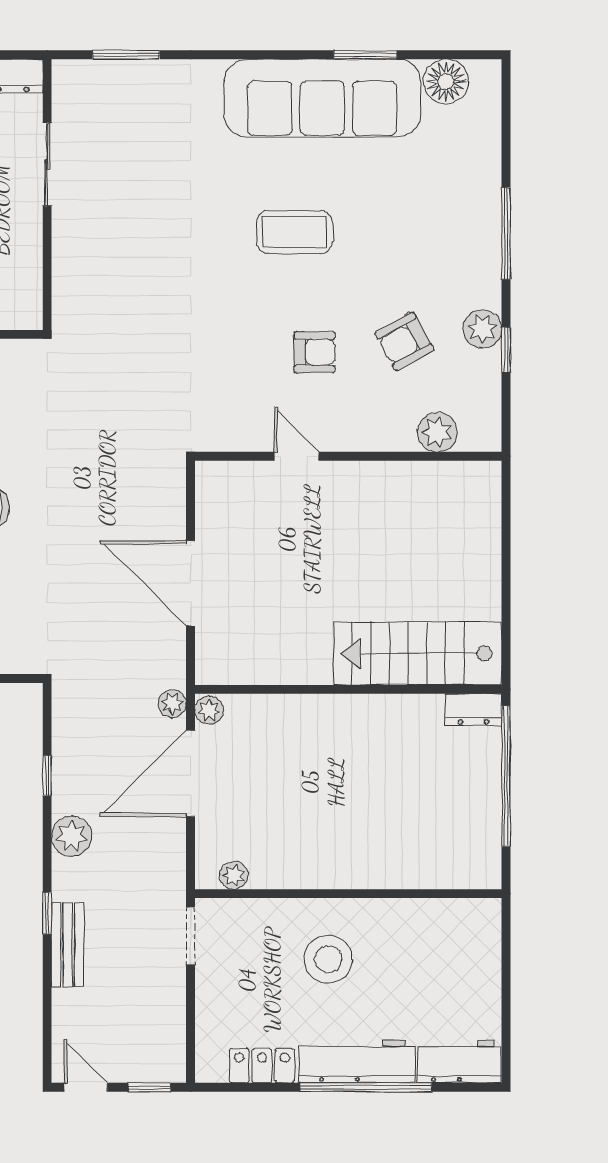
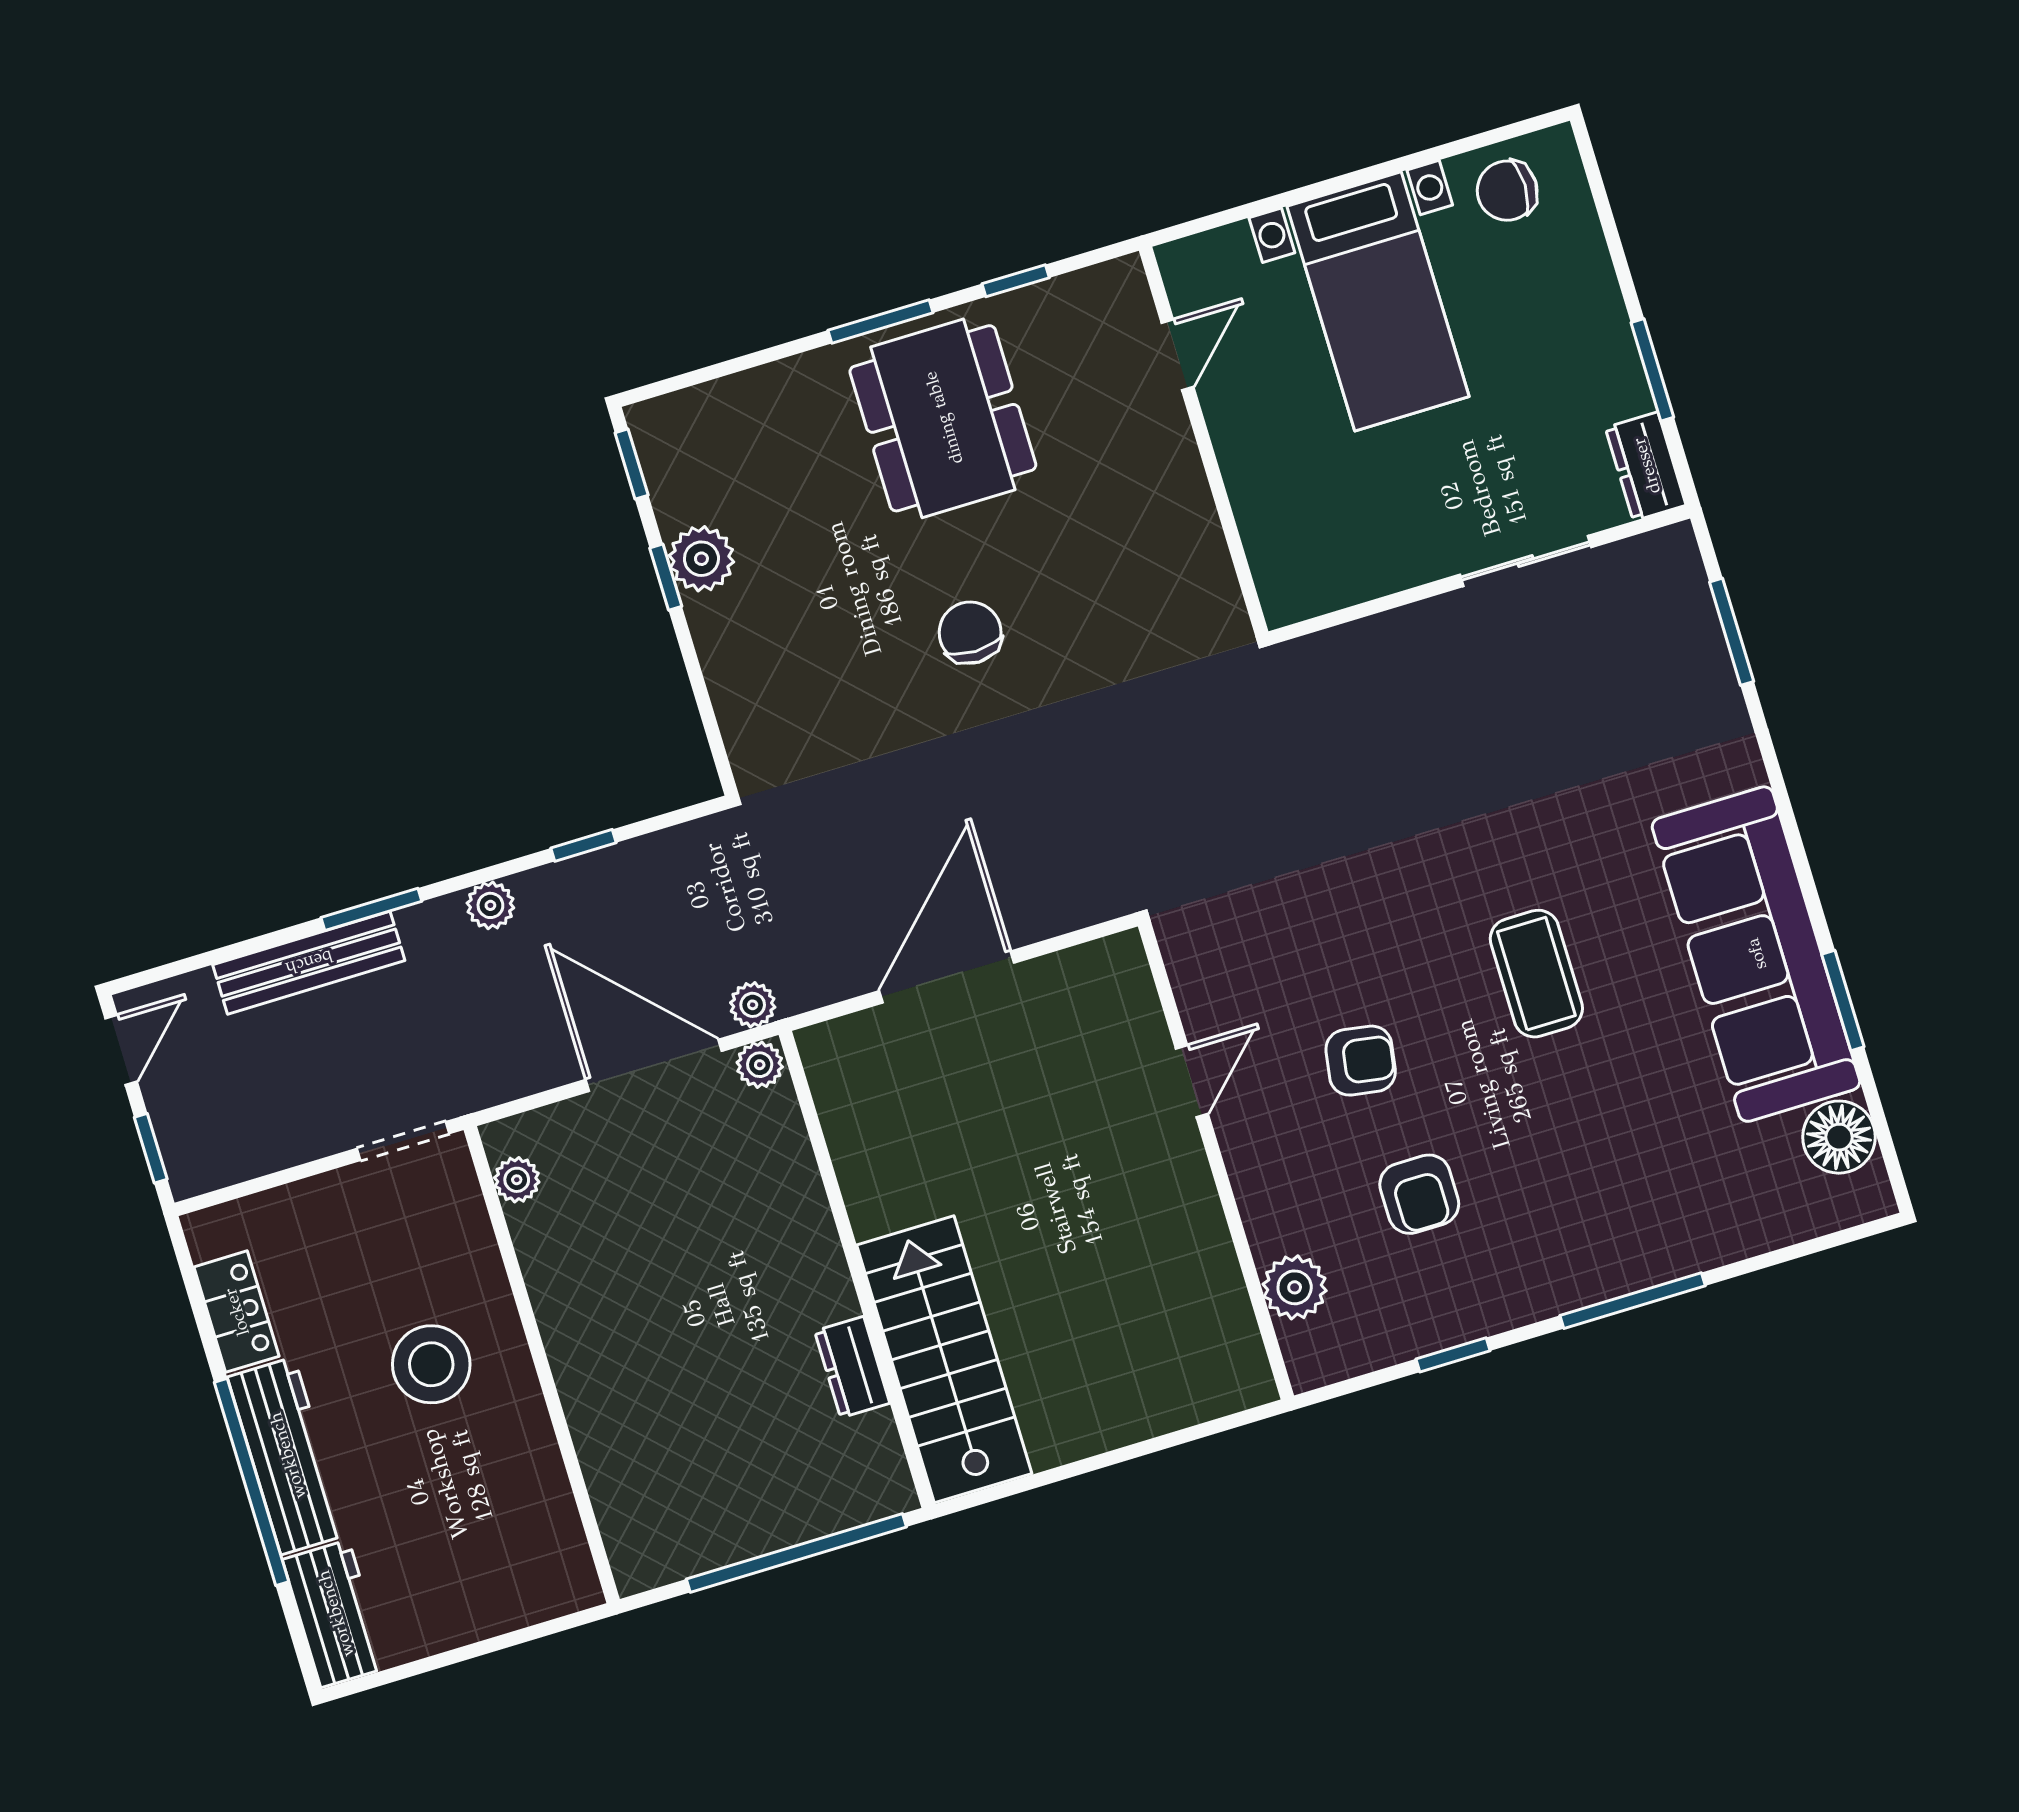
plant: (482, 329) -> (1475, 1308), removed
armchair: (404, 341) -> (1419, 1194), turned -151
armchair: (315, 352) -> (1361, 1061), turned -81
dresser: (473, 710) -> (852, 1367), moved
plant: (72, 836) -> (490, 905), width x0.73, depth x0.73
window: (47, 913) -> (371, 909), width x1.50
bench: (68, 945) -> (309, 963), width x1.36

